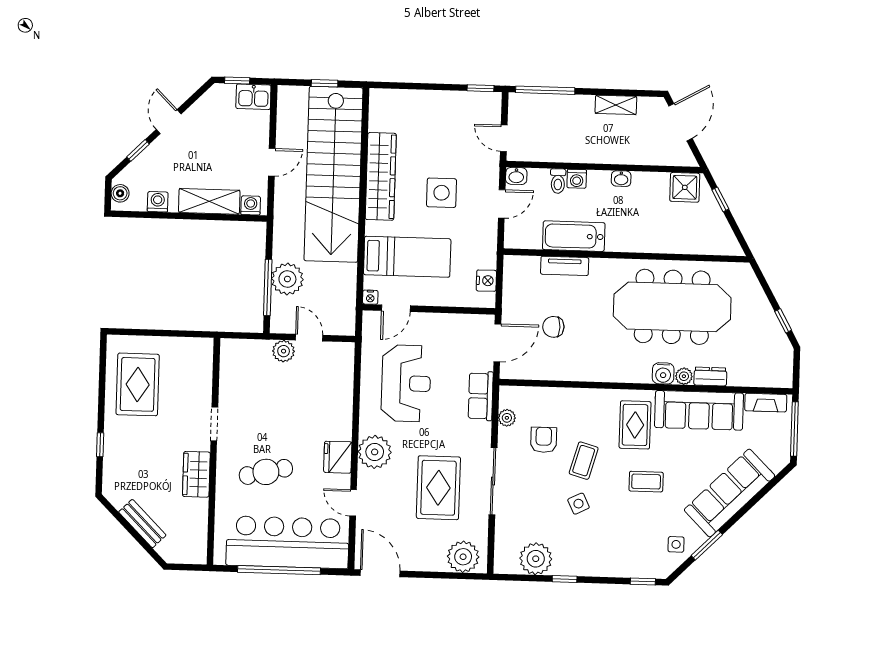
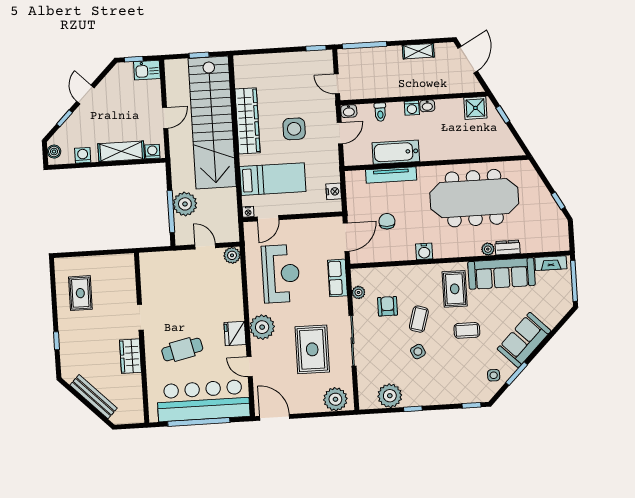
washing machine: (577, 179) -> (412, 108), moved
tv unit: (565, 266) -> (391, 175), width x1.41
chair: (553, 327) -> (387, 221), turned 90
plant: (284, 351) -> (232, 255), moved
water cooler: (663, 373) -> (424, 251), moved
rug: (138, 384) -> (80, 293), width x0.73, depth x0.70
sofa: (730, 493) -> (524, 340), width x0.73
bench: (142, 524) -> (94, 397), width x1.36

